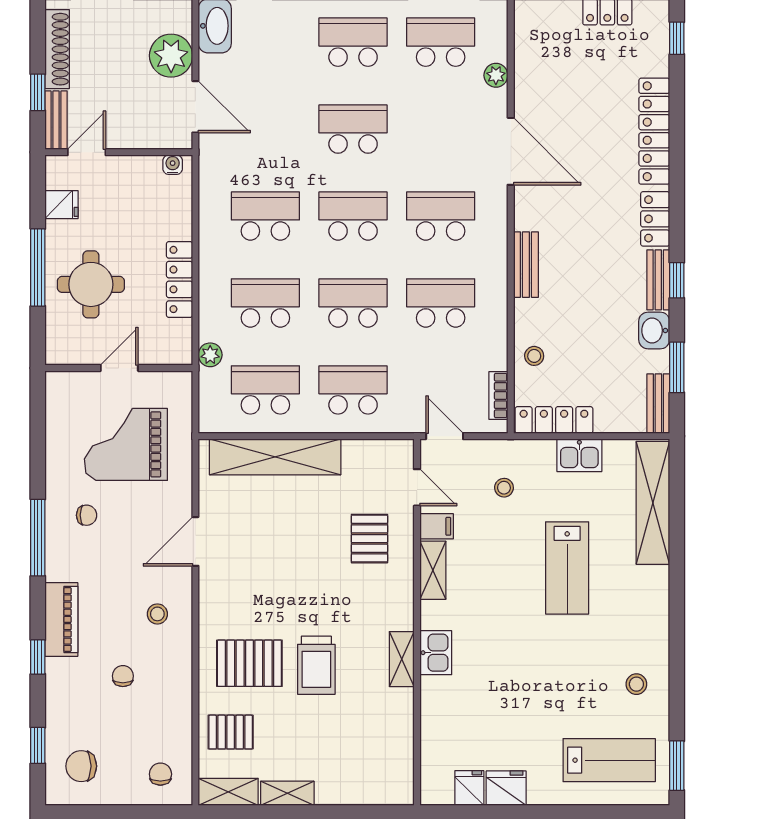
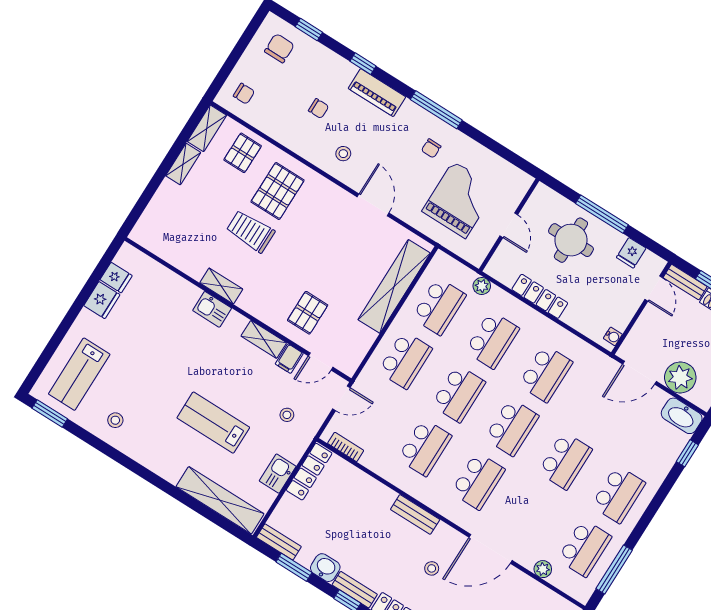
stool: (534, 356) -> (432, 568), moved
pallet: (369, 539) -> (308, 313), turned 90

